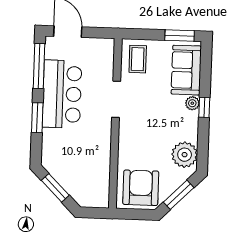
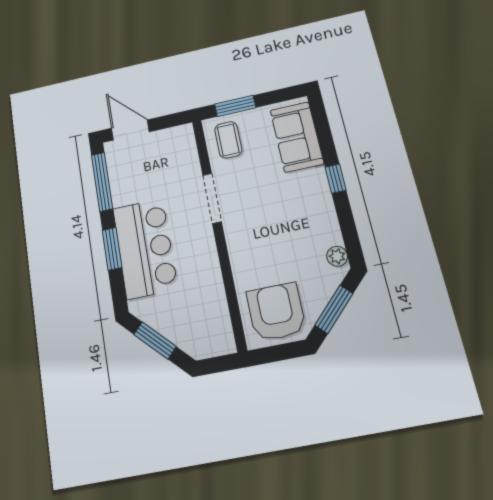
window: (180, 36) -> (235, 106), moved
bar counter: (62, 94) -> (145, 248), moved
plant: (192, 103) -> (317, 177), removed
plant: (185, 155) -> (337, 256), width x0.53, depth x0.53

